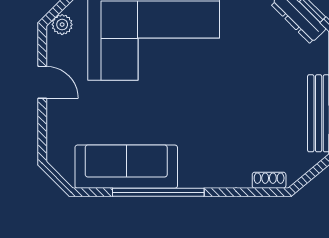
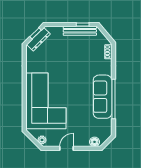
floor lamp: (58, 148) -> (95, 142), added
sofa: (126, 167) -> (103, 97), moved

